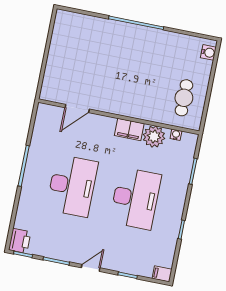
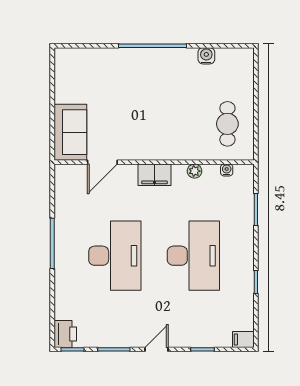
water cooler: (208, 52) -> (206, 56), moved, turned -90
sofa: (56, 79) -> (70, 132), added
filing cabinet: (129, 129) -> (154, 175), moved
plant: (154, 137) -> (195, 171), width x0.53, depth x0.53

